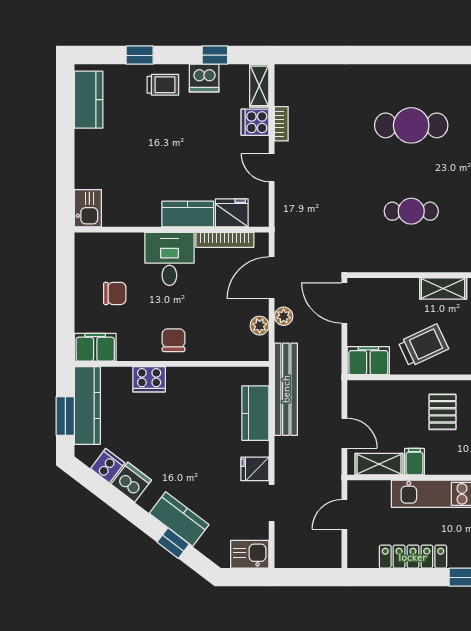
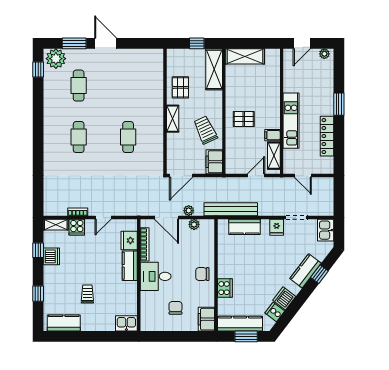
trolley: (163, 85) -> (87, 294), moved
cafe table: (411, 125) -> (79, 137), width x0.73, depth x0.74

